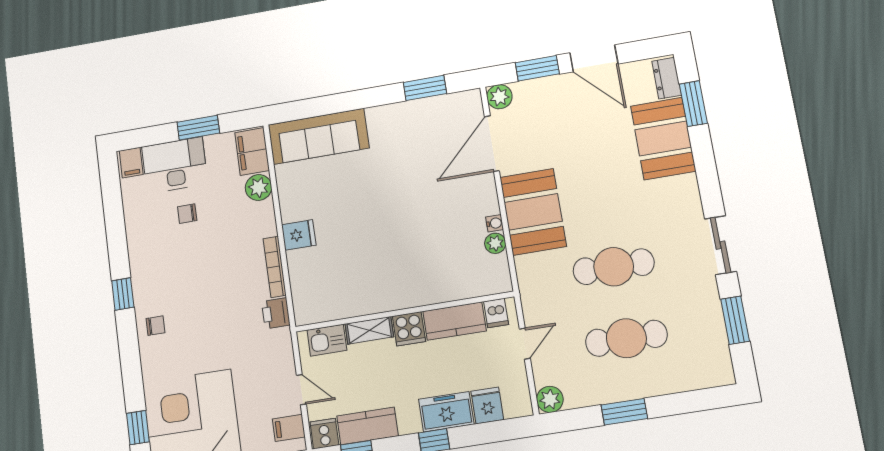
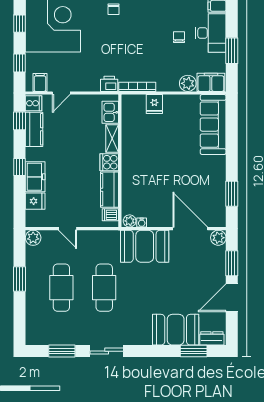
wall: (404, 312) -> (120, 161), moved
dishwasher: (496, 313) -> (110, 215), moved
kitchen counter: (454, 321) -> (109, 190), moved
cooker: (409, 329) -> (109, 162), moved
shelving: (369, 330) -> (112, 138), moved
kitchen sink: (327, 340) -> (110, 112), moved

